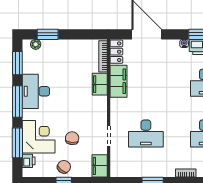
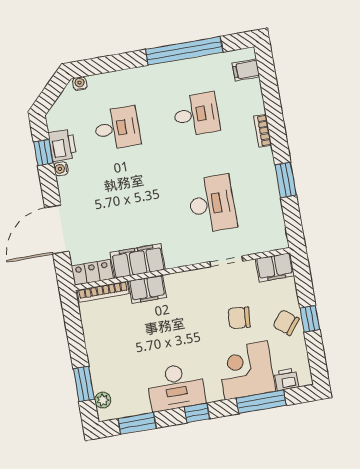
window: (17, 102) -> (197, 413), width x0.46

